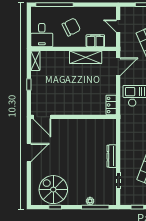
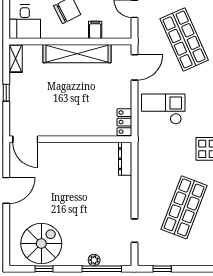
filing cabinet: (95, 41) -> (95, 30), width x0.50
shelving: (86, 57) -> (77, 54), width x1.47
dresser: (112, 156) -> (125, 159), moved
spiral stairs: (53, 190) -> (41, 244), turned 90

